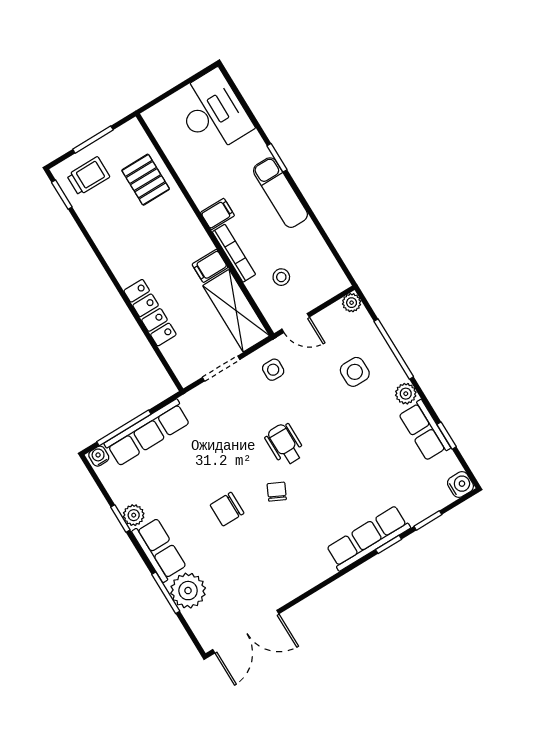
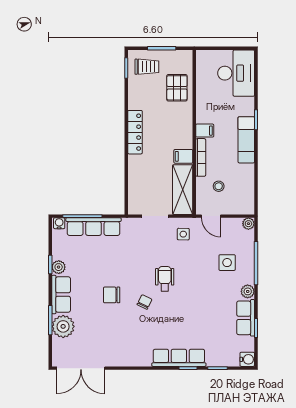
locker: (150, 313) -> (135, 132), moved

